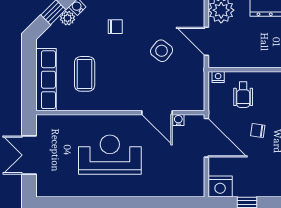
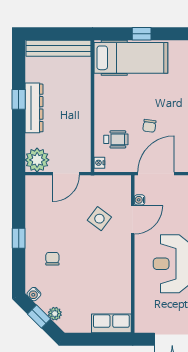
plant: (67, 18) -> (55, 314), moved
side table: (162, 51) -> (99, 219), moved
coffee table: (85, 74) -> (96, 287), removed
row of seats: (46, 80) -> (111, 323), width x0.68

